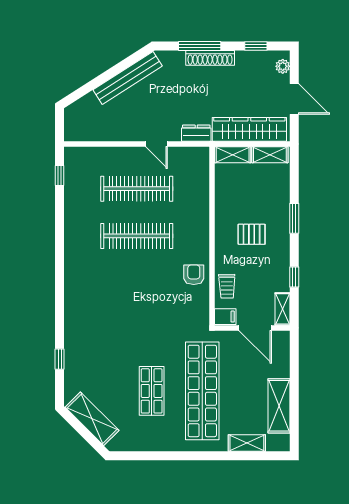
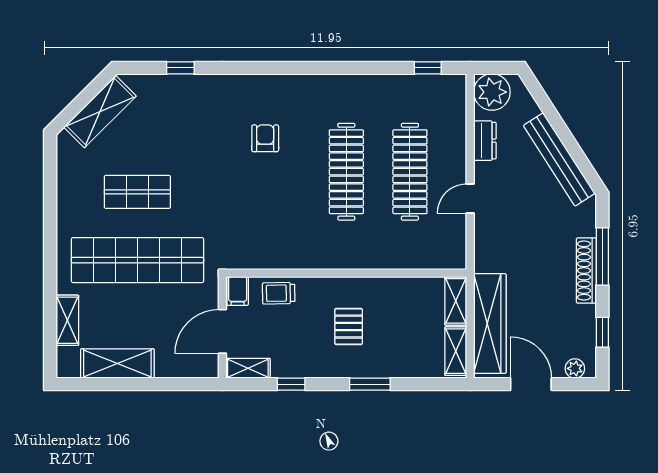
door: (294, 99) -> (531, 384), swing flipped
plant: (78, 128) -> (492, 92), added
dresser: (196, 133) -> (485, 141), moved
armchair: (194, 275) -> (265, 138), moved, turned -90

